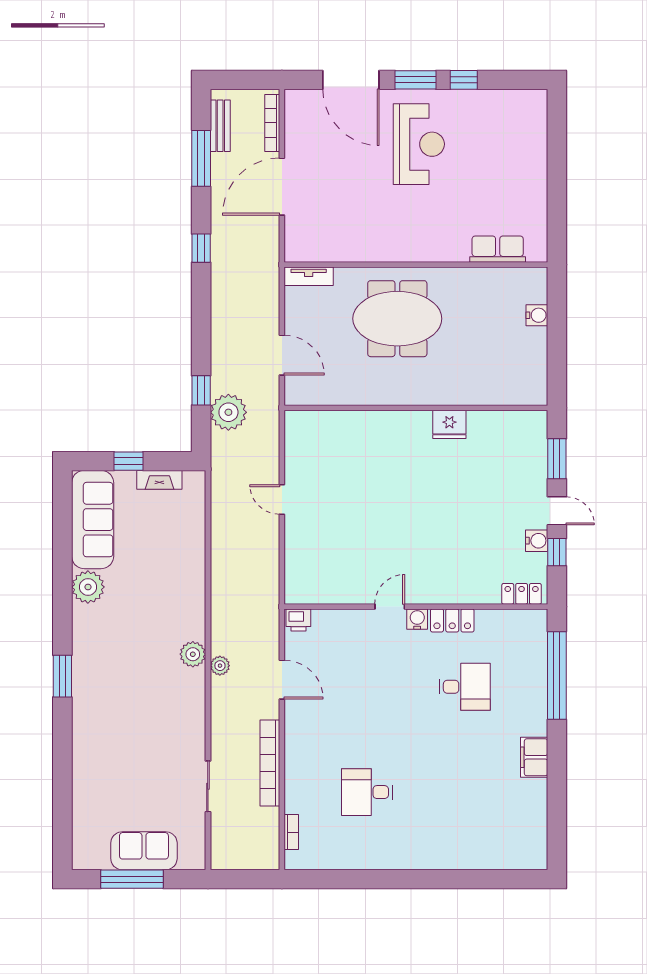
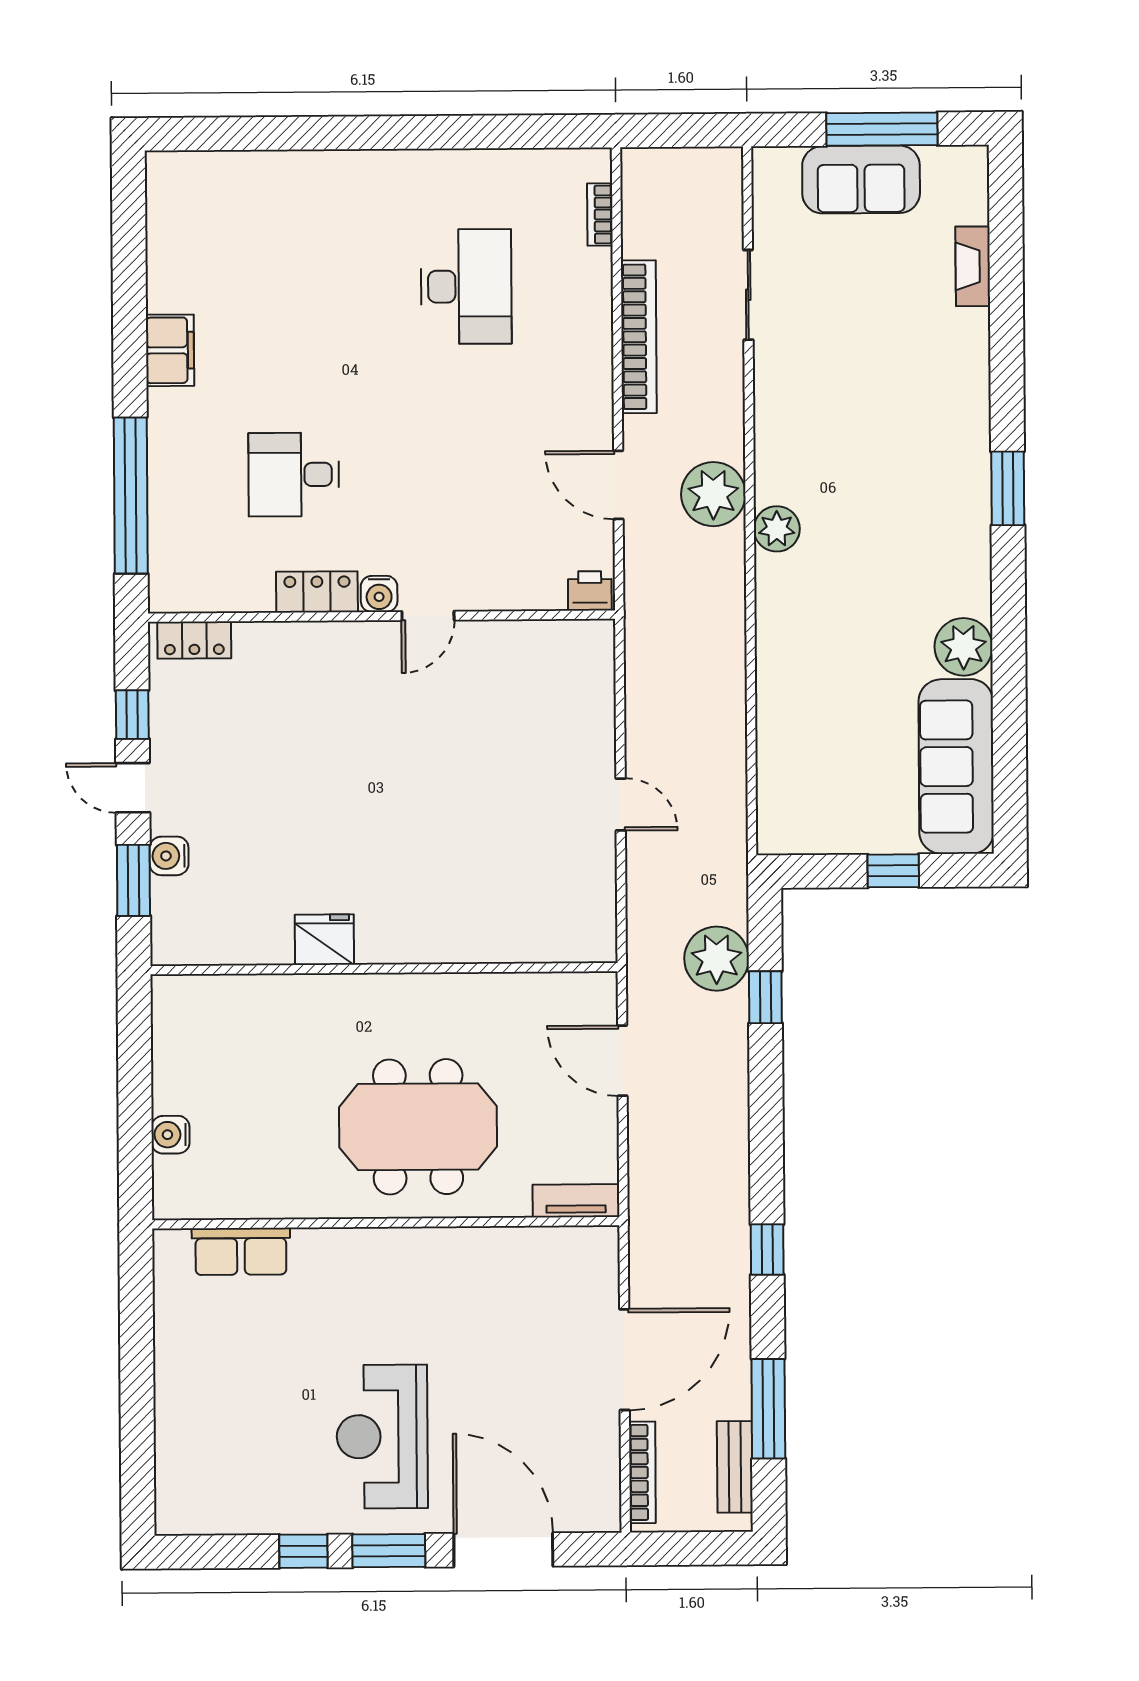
fireplace: (159, 480) -> (973, 266), moved, turned -90
water cooler: (537, 541) -> (169, 856), moved
plant: (220, 666) -> (713, 494), width x1.88, depth x1.88
desk: (367, 792) -> (466, 286), width x1.37

